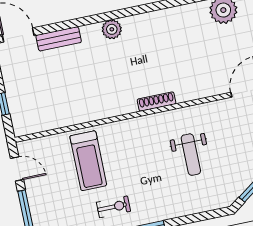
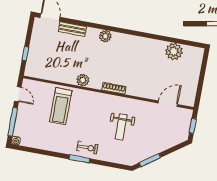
plant: (105, 108) -> (83, 80), added
exercise bike: (114, 207) -> (87, 148), moved

